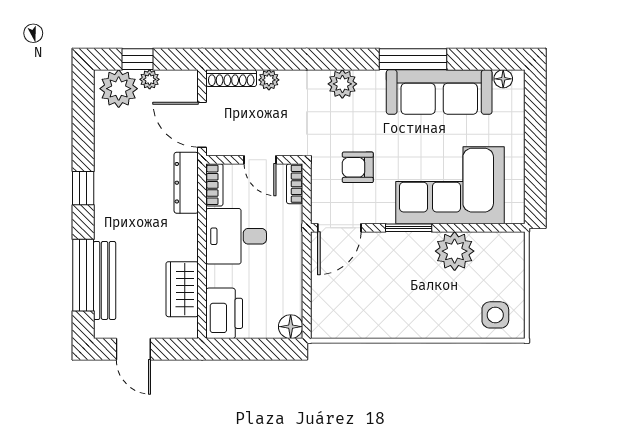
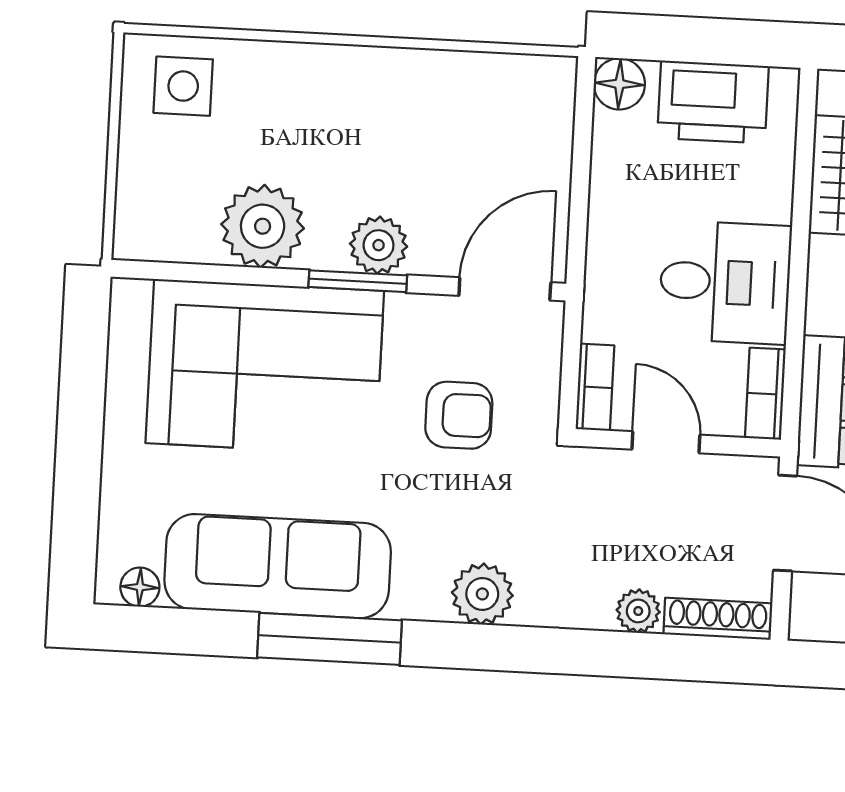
plant: (400, 245) -> (379, 245), added
printer: (224, 313) -> (713, 102), moved, turned -90

